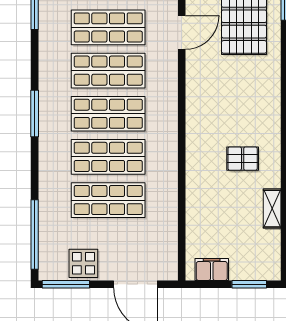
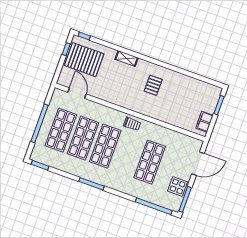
trolley: (163, 146) -> (132, 124), added
shop shelf: (108, 157) -> (127, 154), removed
shelving: (272, 209) -> (127, 58), moved

